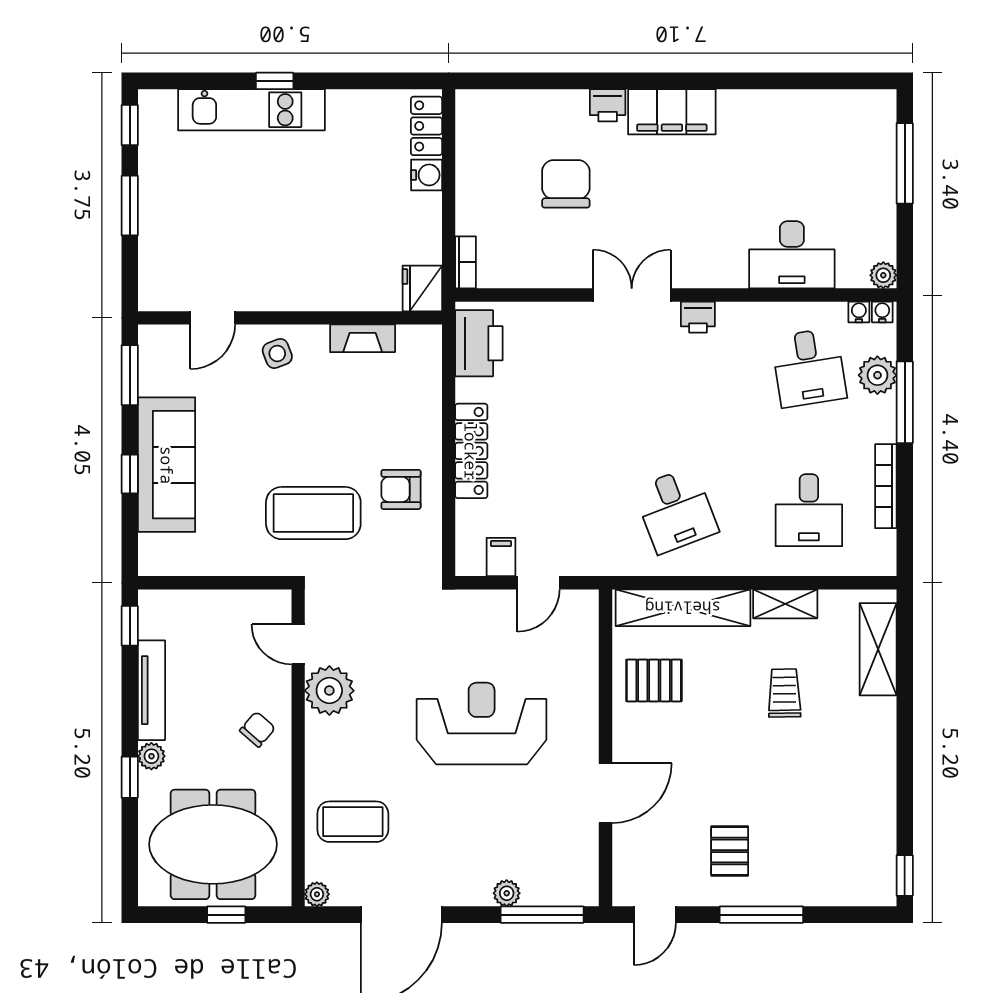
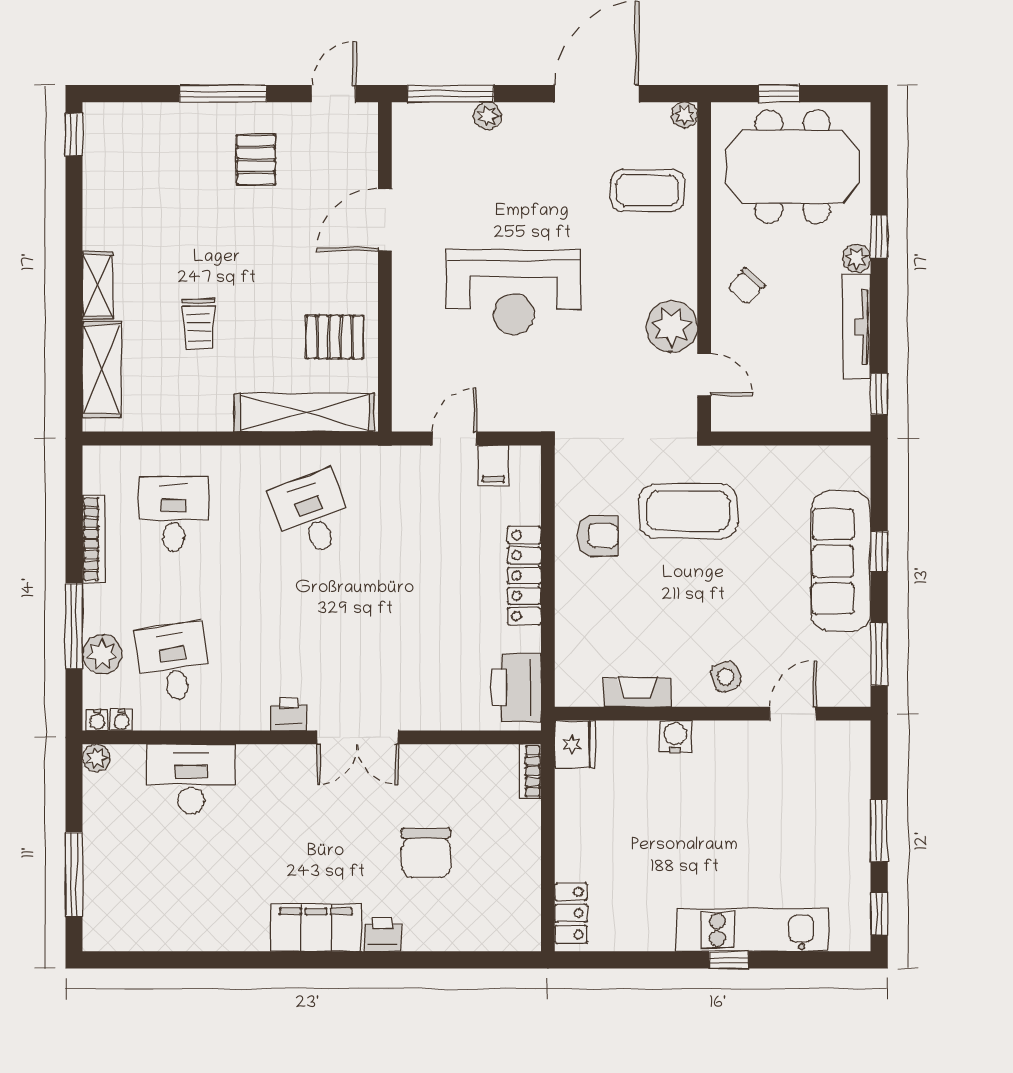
water cooler: (427, 175) -> (675, 737), moved, turned 90
shelving: (785, 604) -> (98, 285), moved, turned 90

